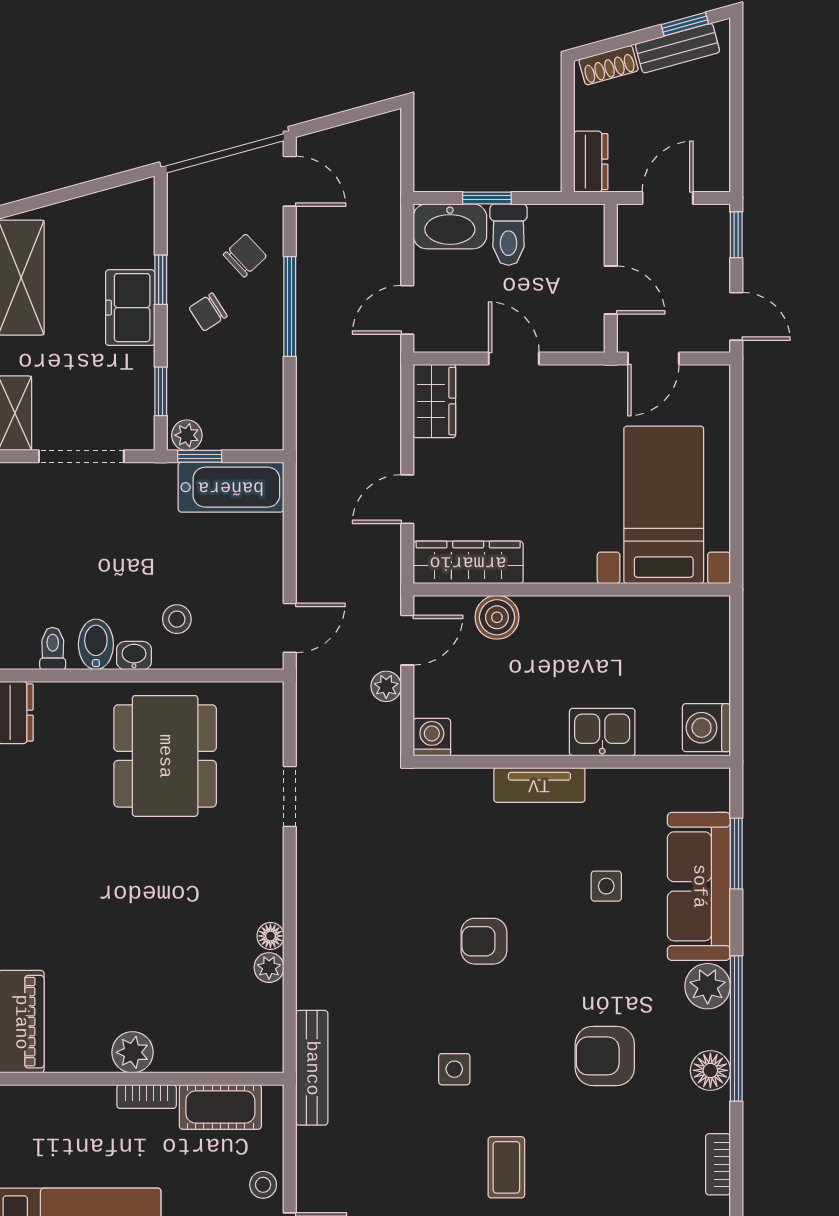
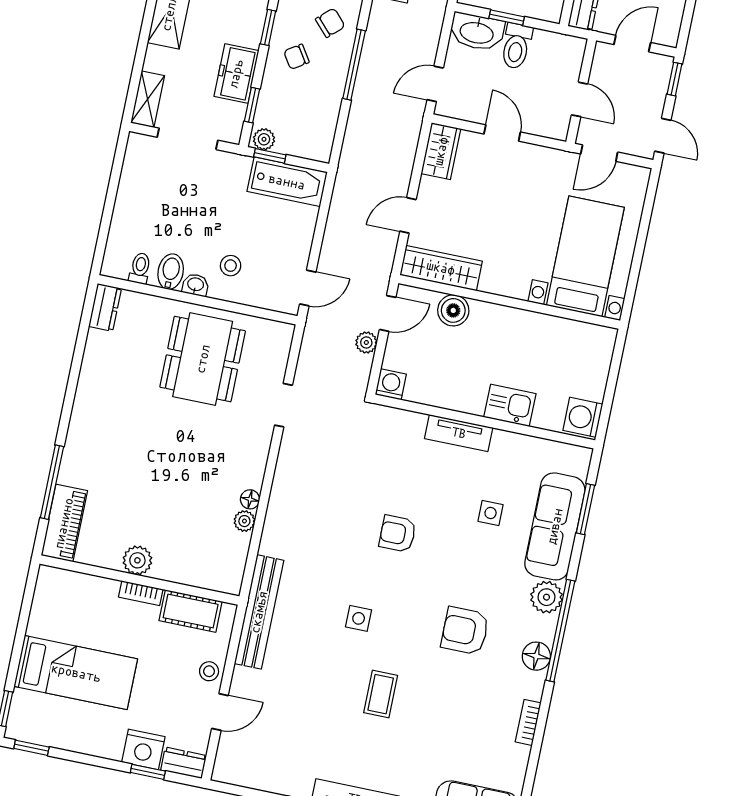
freezer: (130, 308) -> (236, 74), moved
bench: (312, 1068) -> (259, 612), width x1.37, depth x1.21

